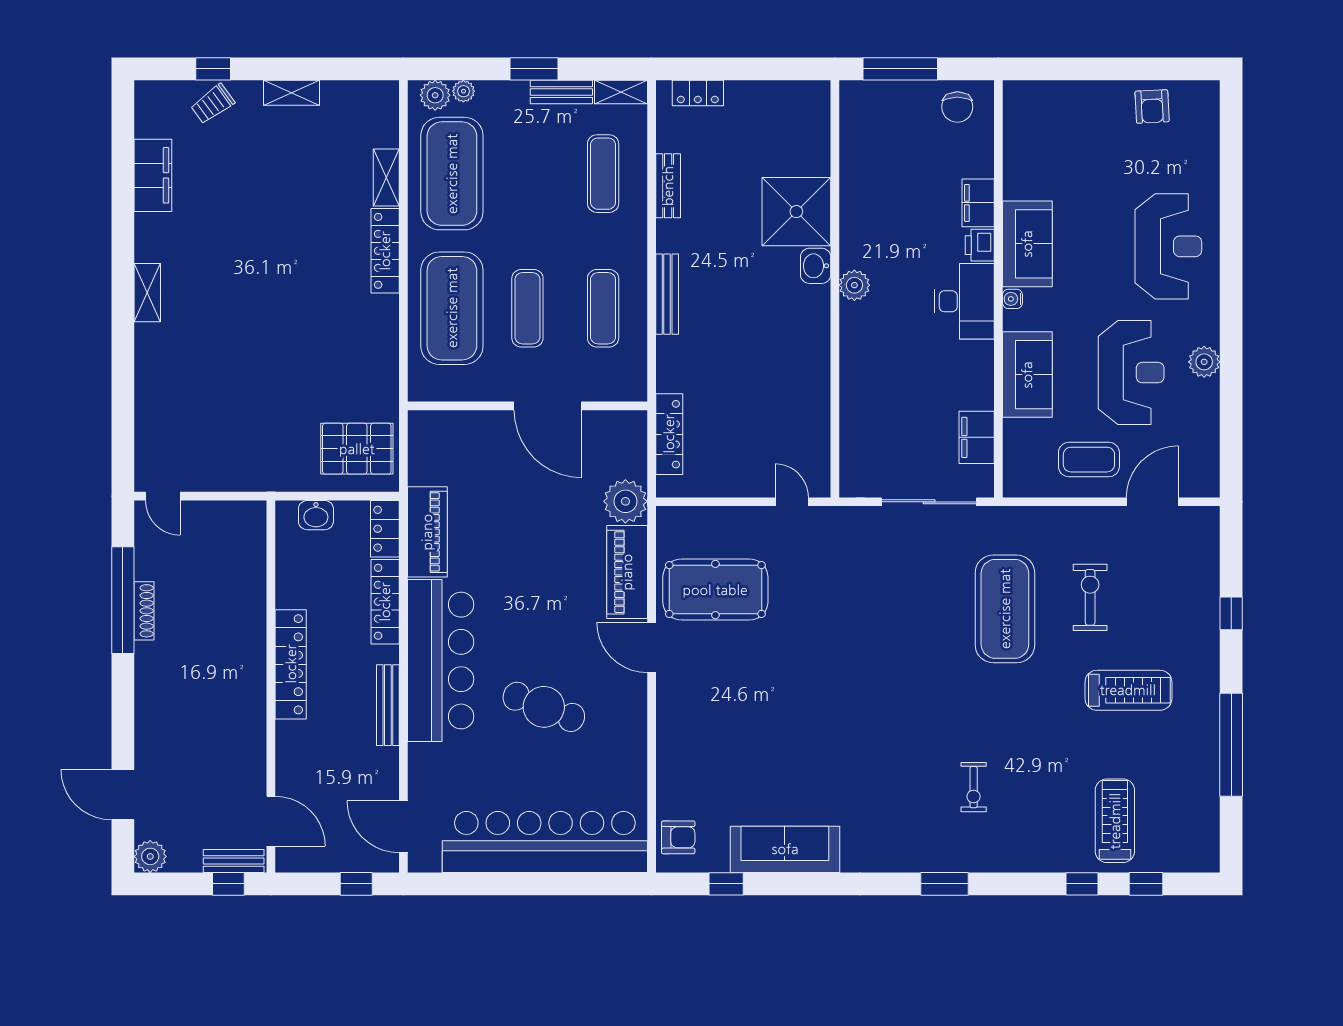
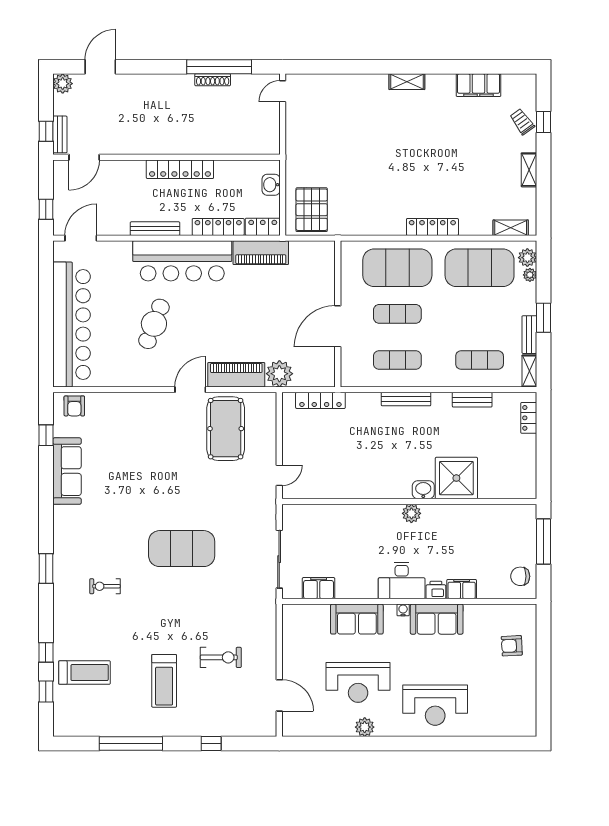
armchair: (1152, 106) -> (512, 646), moved
shelving: (386, 178) -> (511, 228), moved
coffee table: (1089, 460) -> (305, 657), removed
exercise mat: (1005, 609) -> (182, 549), moved

